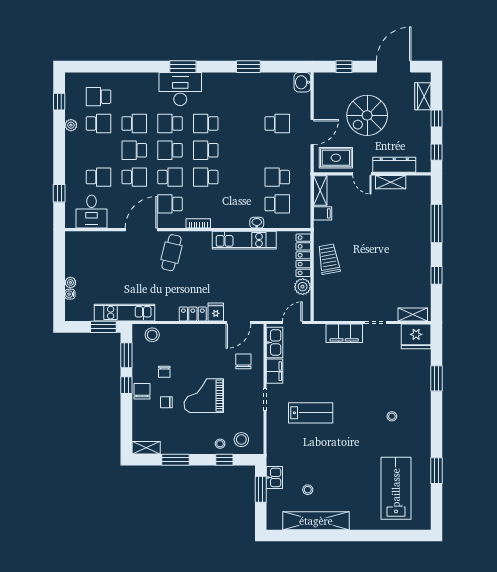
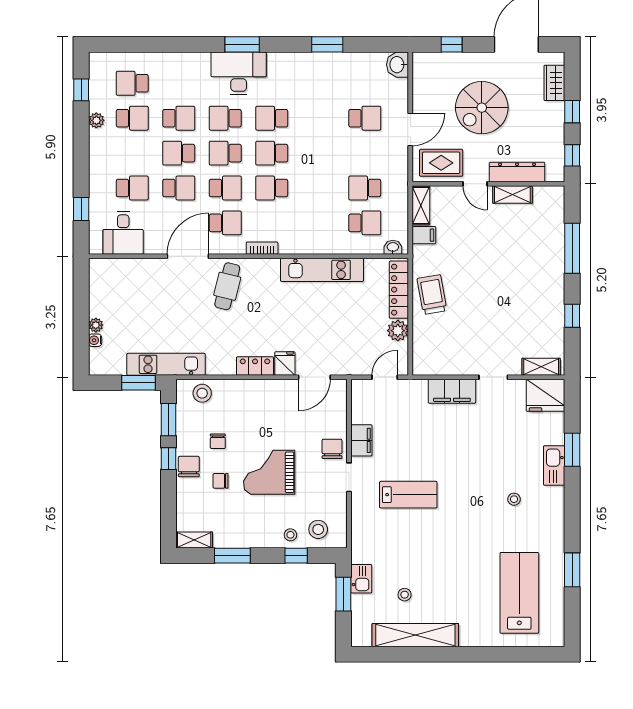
school desk: (170, 204) -> (225, 223), turned 180
washbasin: (257, 223) -> (393, 247), moved
kitchen sink: (275, 342) -> (554, 466), moved, turned 180
chair: (243, 361) -> (332, 449), moved

